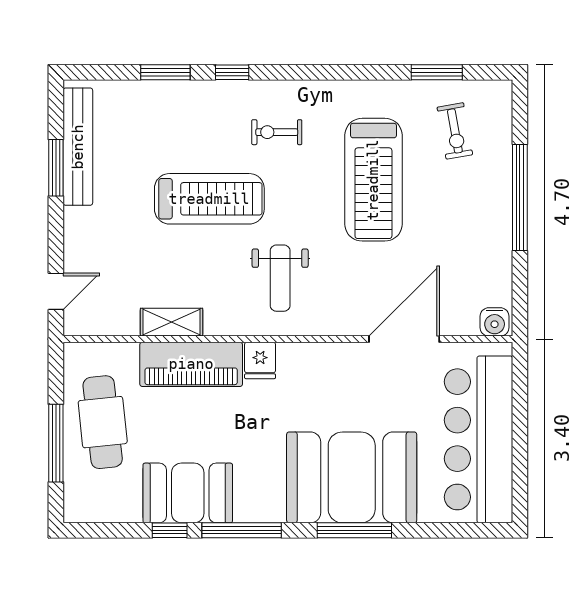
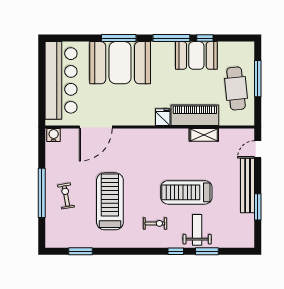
exercise bike: (455, 131) -> (66, 196), moved
bench: (78, 147) -> (248, 185), moved
weight bench: (280, 278) -> (197, 230), moved

